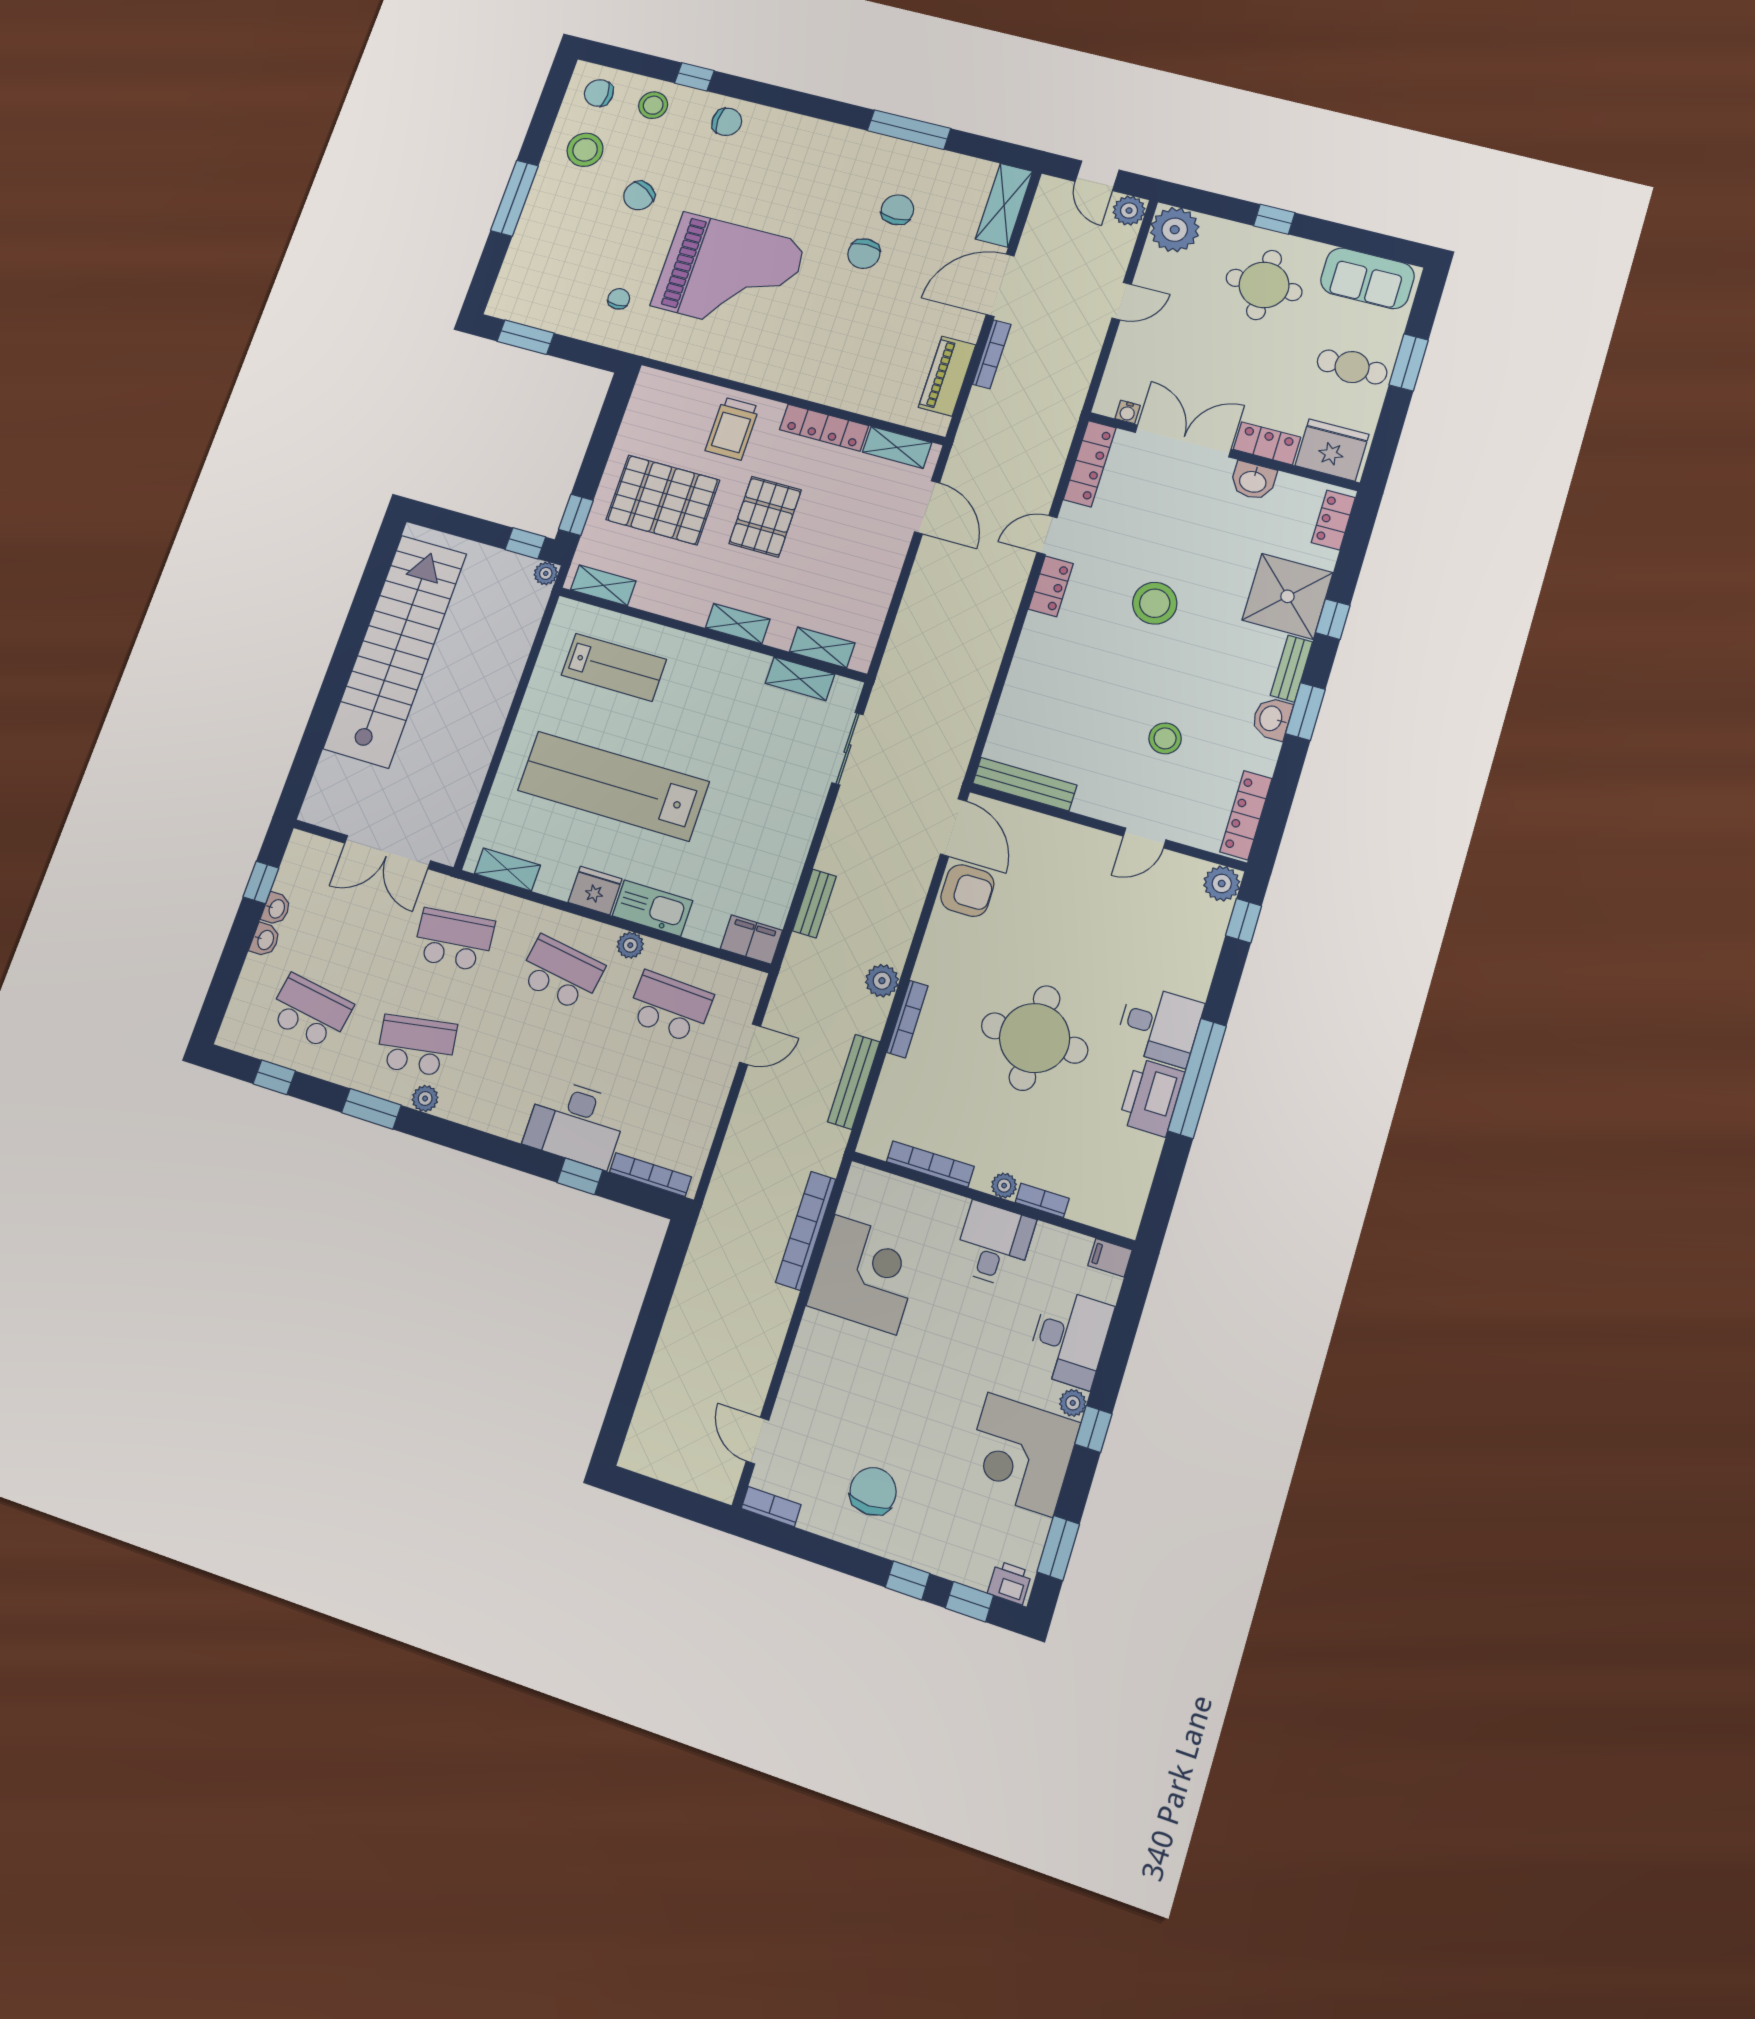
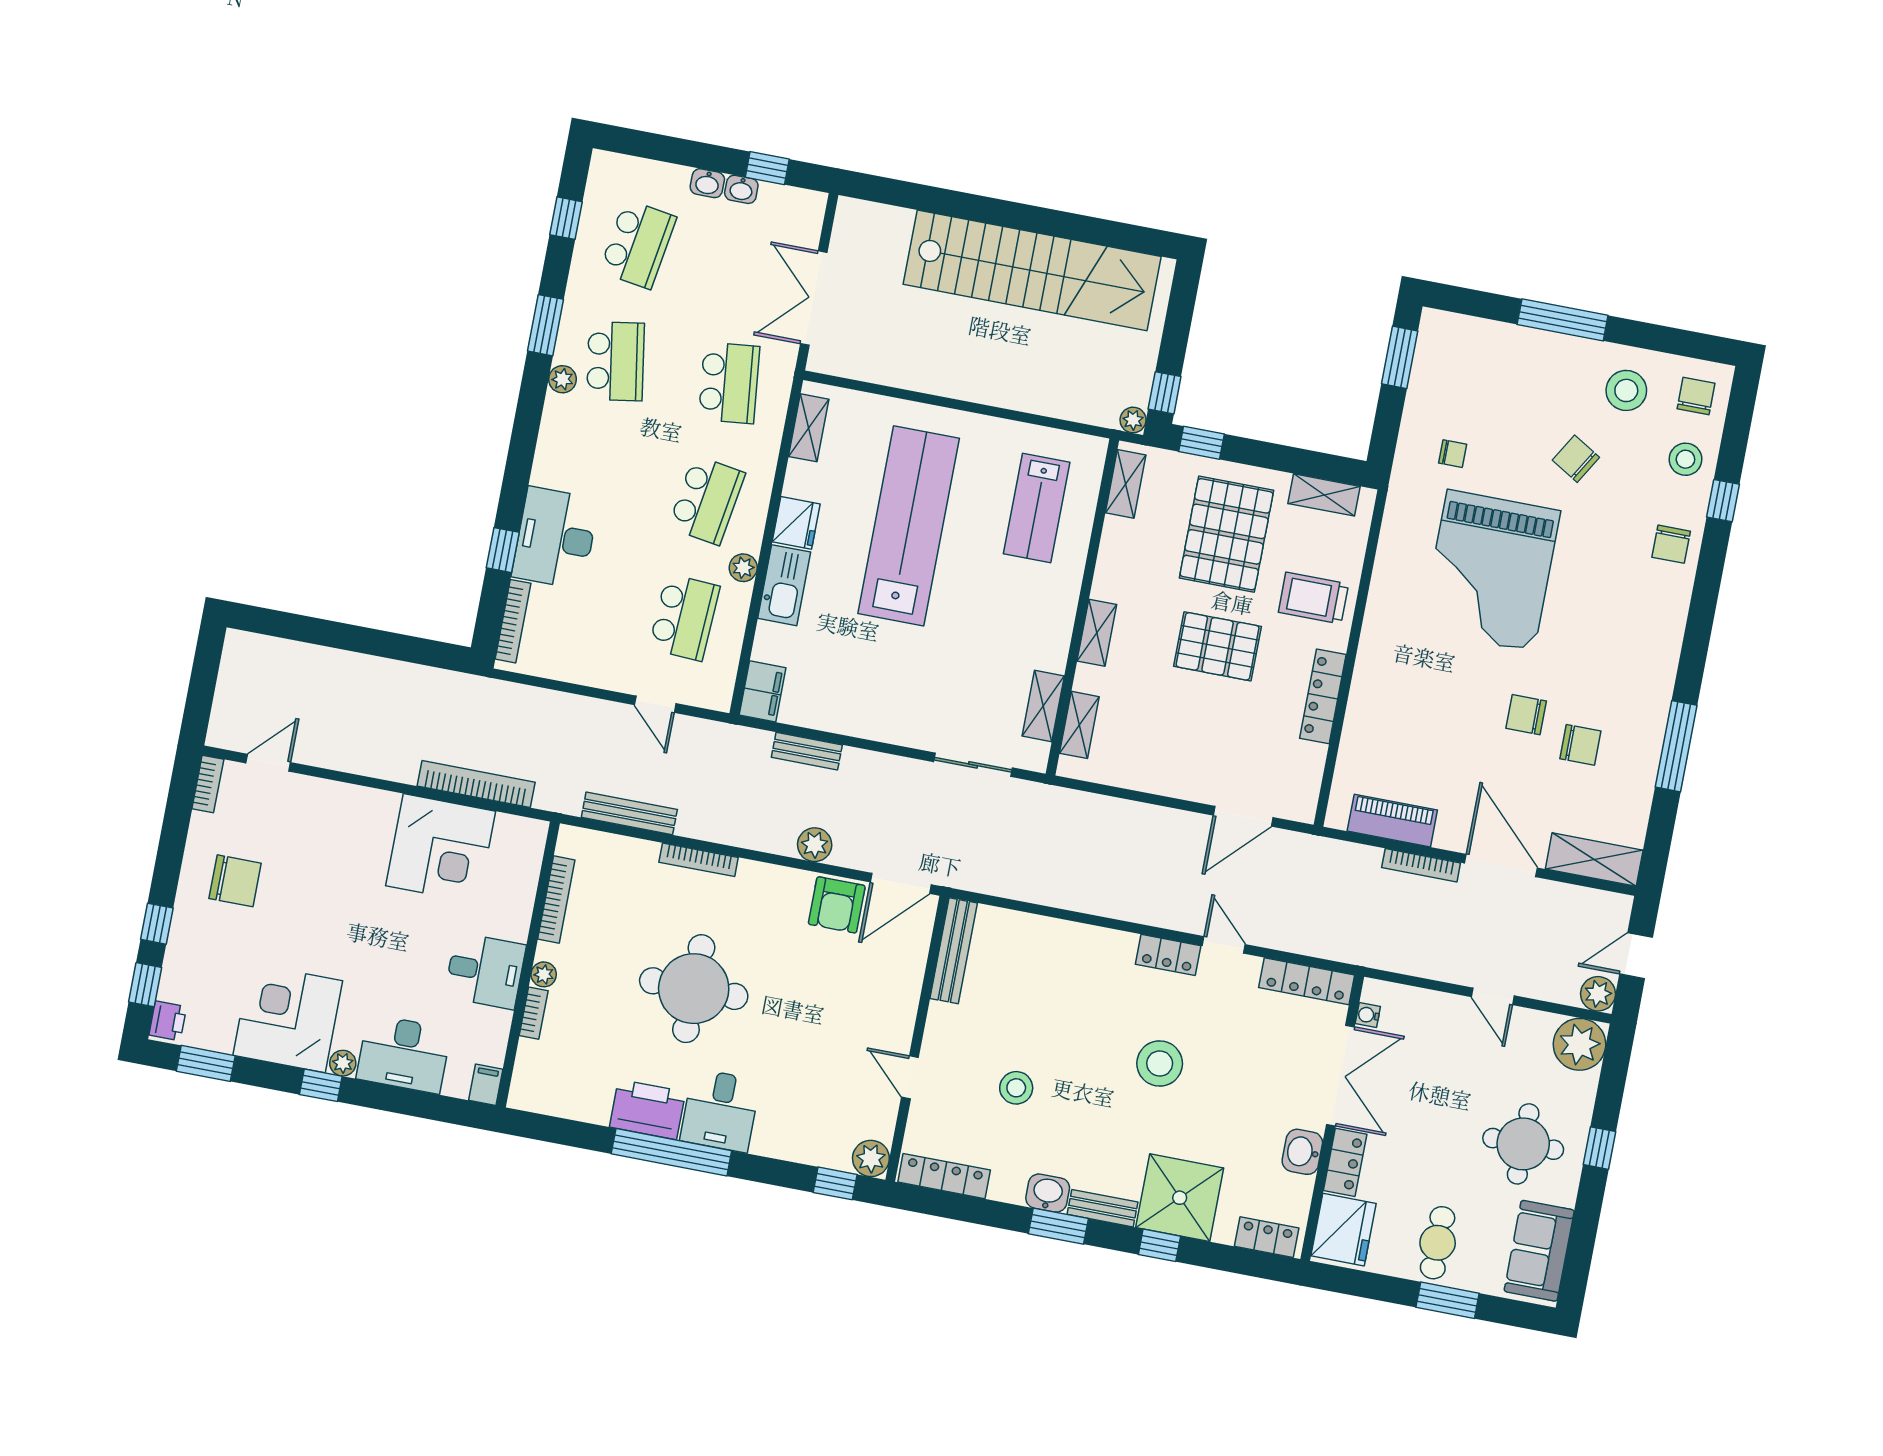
shelving: (897, 447) -> (1324, 495), moved, turned 90
plant: (882, 981) -> (815, 845), moved

